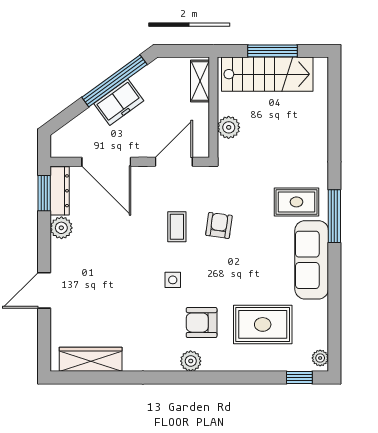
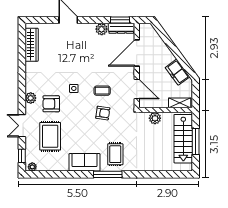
window: (114, 81) -> (180, 57), removed
freezer: (119, 102) -> (177, 72), moved
sofa: (312, 260) -> (85, 162), width x0.73
armchair: (202, 323) -> (51, 104), turned -90
double door: (243, 377) -> (22, 126), added

